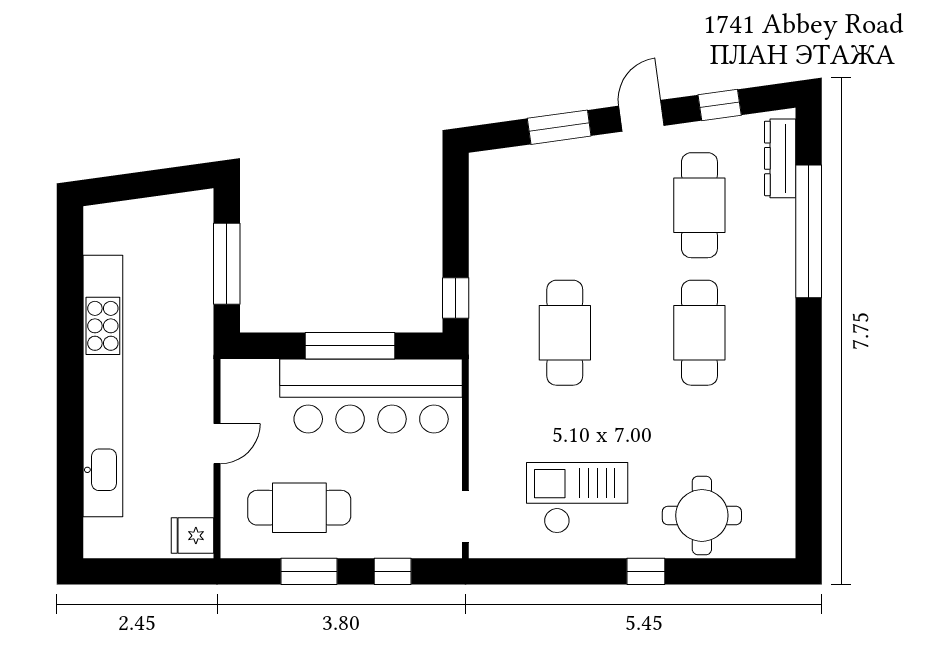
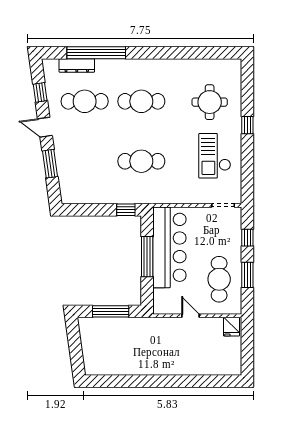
dresser: (780, 158) -> (77, 65), moved
kitchen unit: (103, 386) -> (165, 367), removed
round table: (702, 515) -> (210, 102), moved

